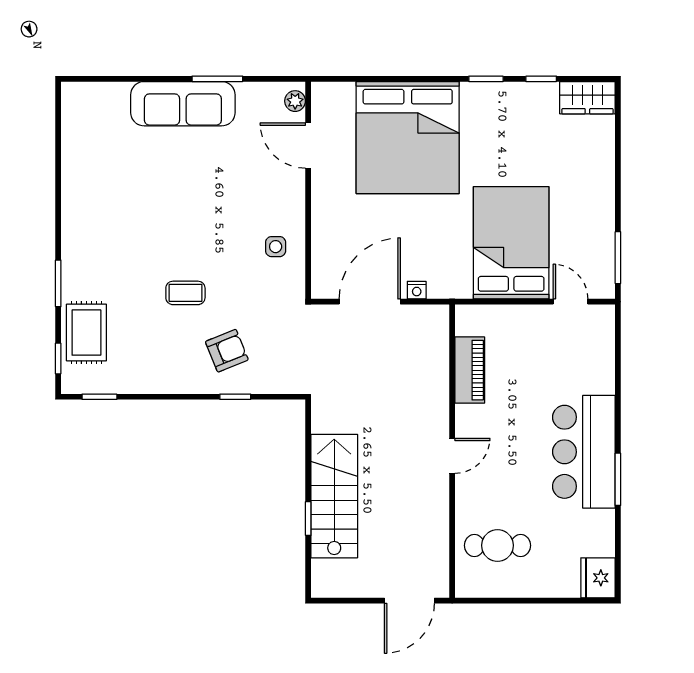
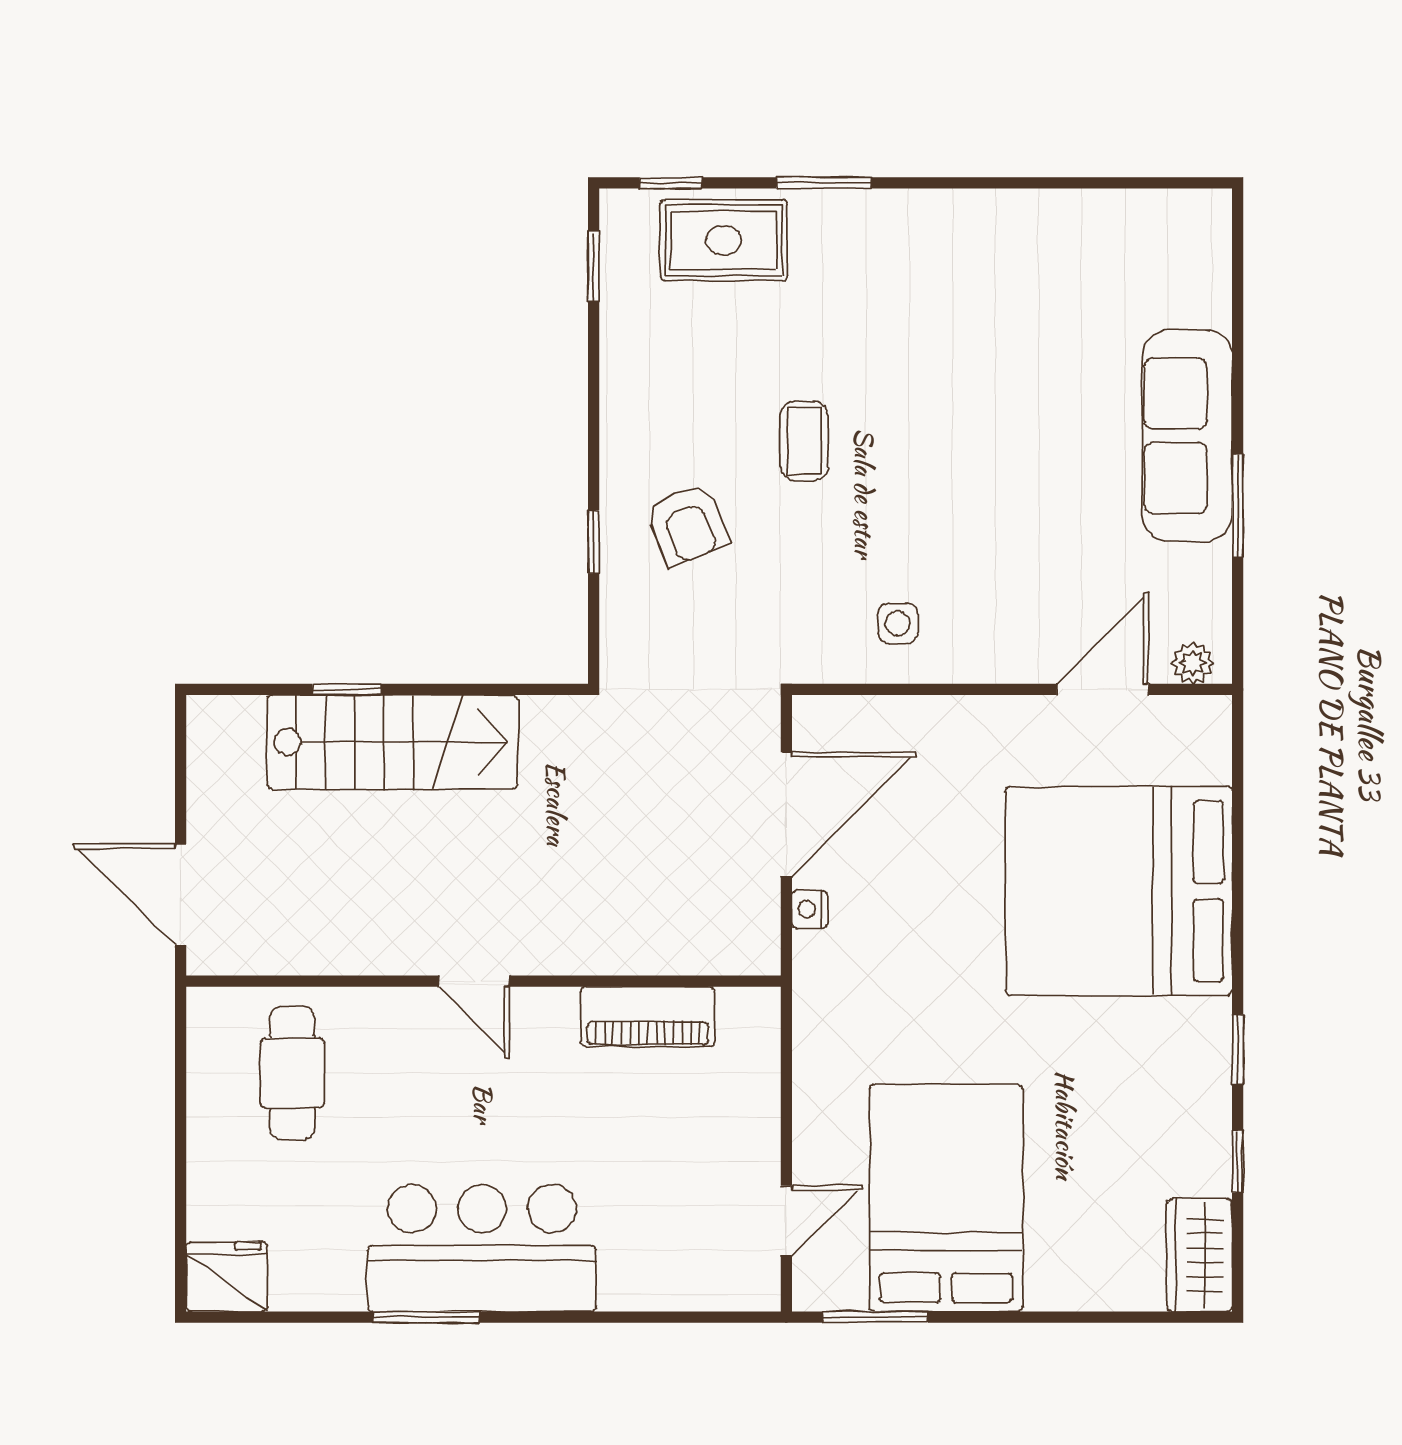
bed: (511, 243) -> (946, 1198), moved, turned -90
door: (370, 302) -> (786, 814), hinge flipped

